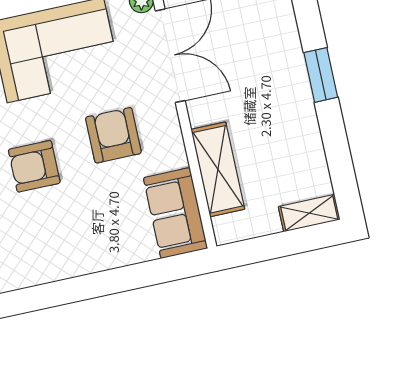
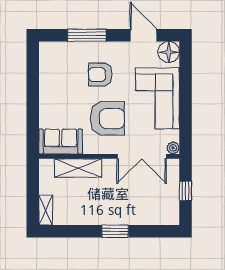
armchair: (113, 135) -> (107, 118), width x1.36, depth x1.36
armchair: (34, 166) -> (100, 75), turned -90

